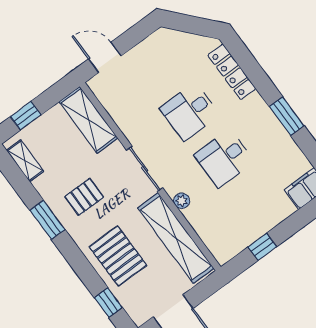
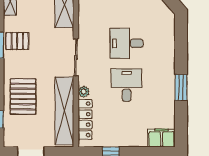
locker: (232, 72) -> (85, 119), moved, turned 180
desk: (224, 158) -> (127, 85), turned 90
pallet: (84, 197) -> (17, 41), moved

